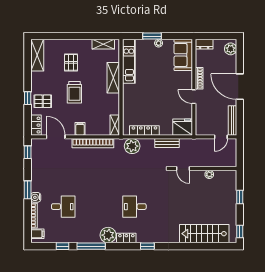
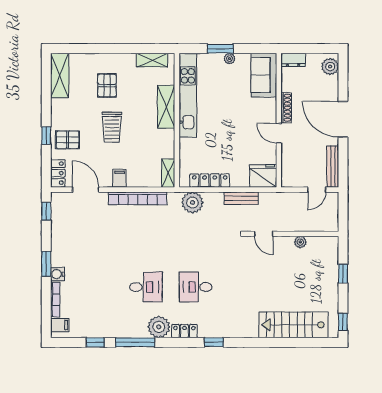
kitchen unit: (129, 61) -> (188, 95), width x1.36
desk: (63, 207) -> (146, 287), moved

